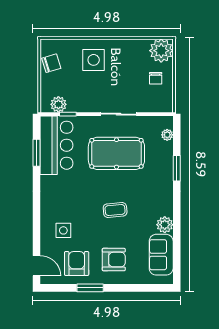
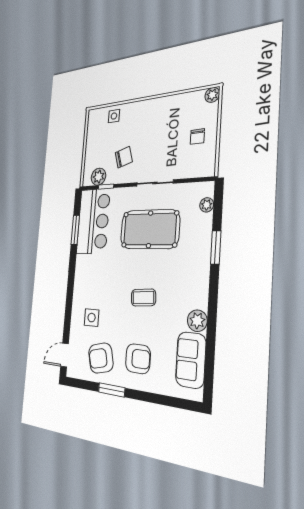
plant: (161, 51) -> (212, 95), width x0.53, depth x0.53
side table: (94, 60) -> (114, 116), moved, width x0.54, depth x0.54
chair: (51, 63) -> (124, 157), moved
armchair: (77, 264) -> (101, 358), turned -104
door: (37, 266) -> (65, 355), swing flipped

